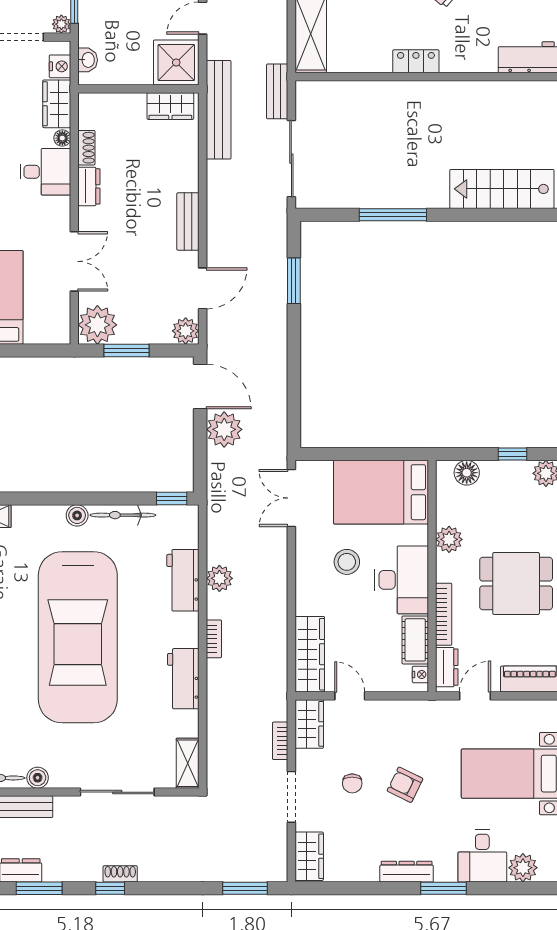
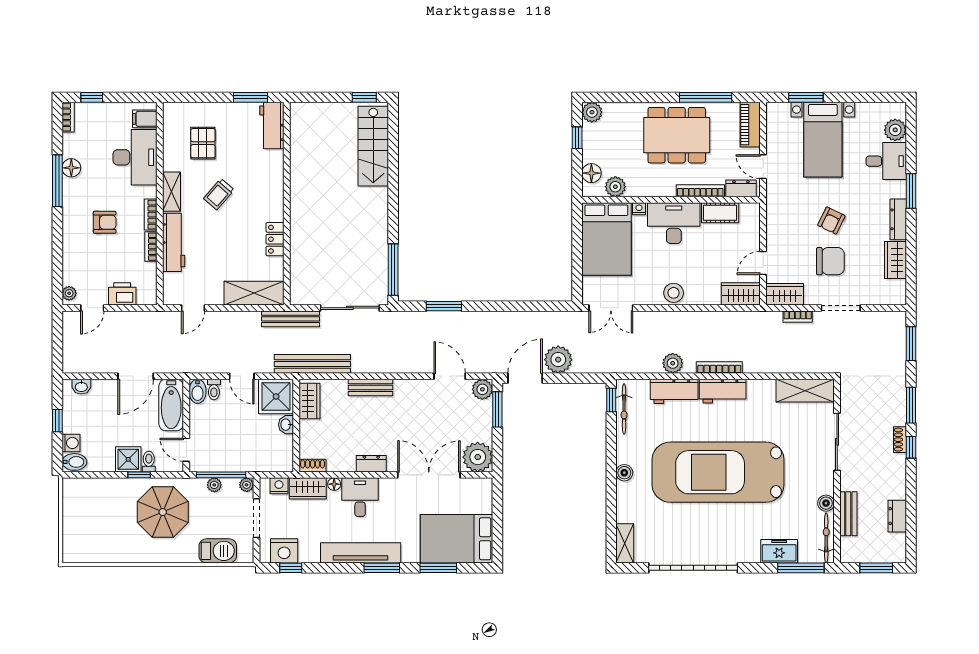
washbasin: (88, 60) -> (286, 425), moved, turned -90
locker: (416, 61) -> (275, 239), moved
bench: (277, 91) -> (291, 319), width x1.36
shoe rack: (86, 148) -> (313, 466), moved
window: (393, 215) -> (393, 270), moved
bench: (188, 221) -> (370, 388), moved
double door: (74, 261) -> (429, 475), width x1.37
window: (126, 350) -> (497, 409), moved
bicycle: (123, 515) -> (624, 409), moved
plant: (449, 539) -> (615, 187), moved
stool: (347, 562) -> (674, 293), moved
dining table: (516, 583) -> (677, 135), width x1.37
car: (78, 637) -> (718, 472), turned 180
bookcase: (214, 639) -> (719, 368), width x1.56
wardrobe: (310, 654) -> (741, 294), width x0.67
nightstand: (420, 674) -> (639, 209), moved
workbench: (183, 679) -> (723, 391), moved
shelving: (188, 763) -> (805, 391), width x1.50, depth x1.33
chair: (352, 783) -> (830, 261), width x1.87, depth x1.87
wardrobe: (309, 856) -> (895, 260), moved, turned -90
window: (39, 888) -> (911, 405), moved

